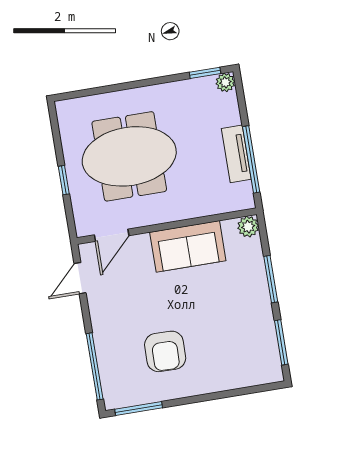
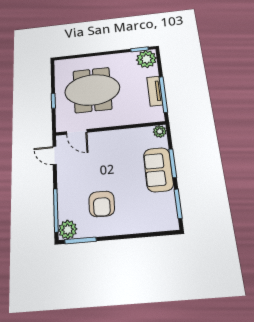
plant: (225, 82) -> (146, 59), width x1.88, depth x1.88
door: (112, 235) -> (77, 132), hinge flipped
sofa: (188, 246) -> (158, 170), moved, turned 90
door: (80, 278) -> (55, 155), hinge flipped
plant: (117, 394) -> (68, 230), added

